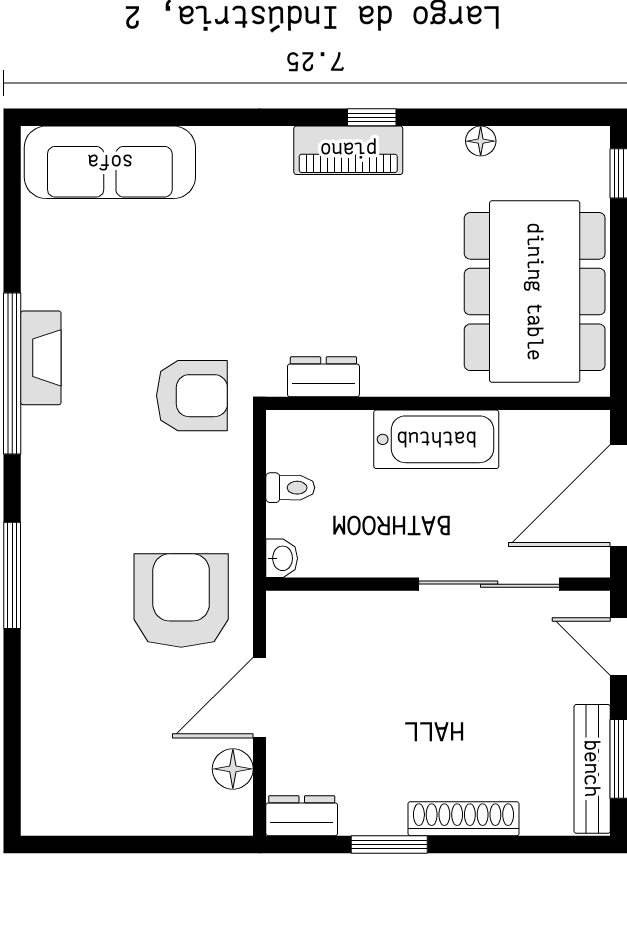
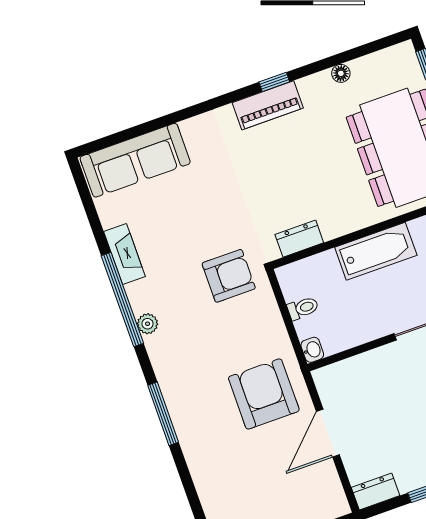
fireplace: (41, 358) -> (125, 254), moved
plant: (38, 426) -> (148, 324), added
floor lamp: (233, 769) -> (327, 479), removed

